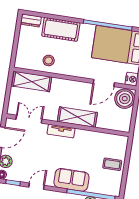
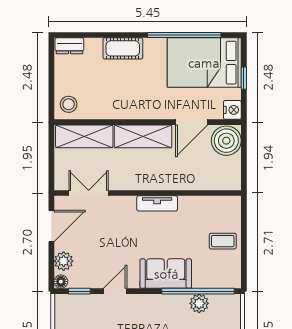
cot: (61, 29) -> (123, 48), width x0.73, depth x0.75
stool: (49, 60) -> (69, 104), moved
shelving: (77, 117) -> (143, 136), moved
tv unit: (61, 131) -> (157, 203), moved

